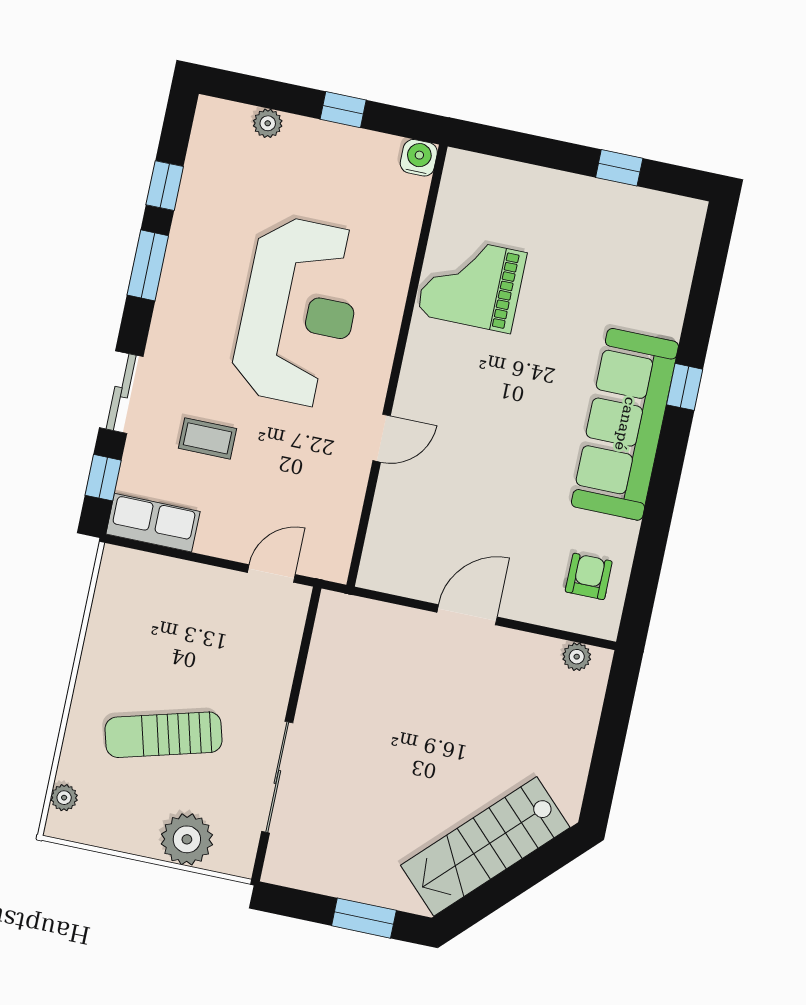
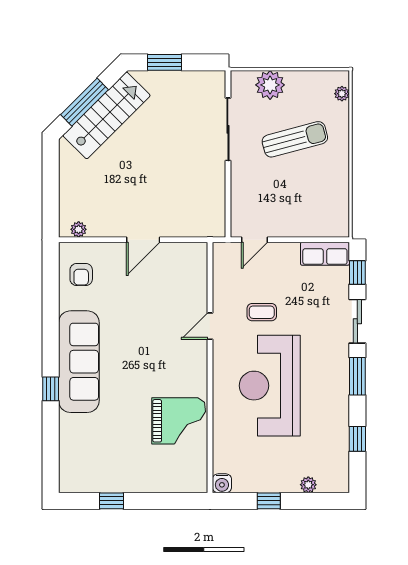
window: (148, 265) -> (357, 376), moved
coffee table: (208, 438) -> (262, 312), moved
window: (519, 878) -> (84, 102), added

